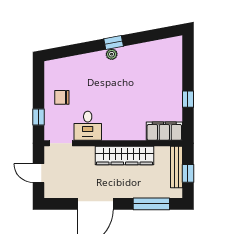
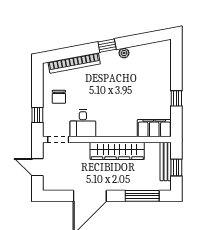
plant: (112, 54) -> (124, 53), moved
bookcase: (78, 61) -> (74, 63), added
chair: (62, 97) -> (59, 97), turned -90

